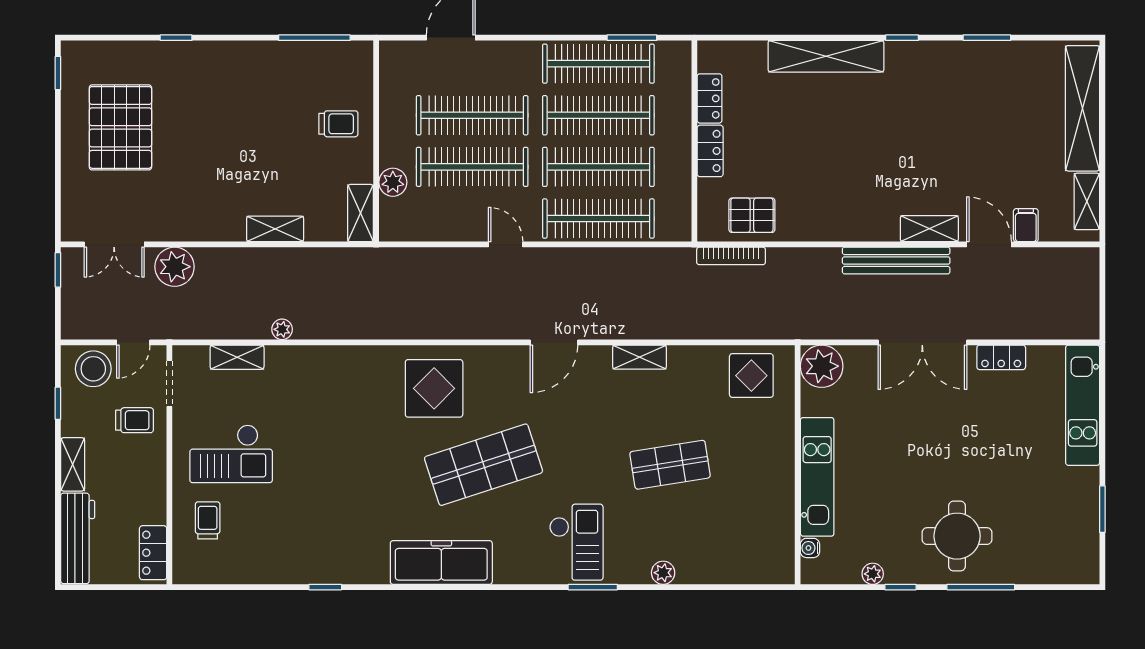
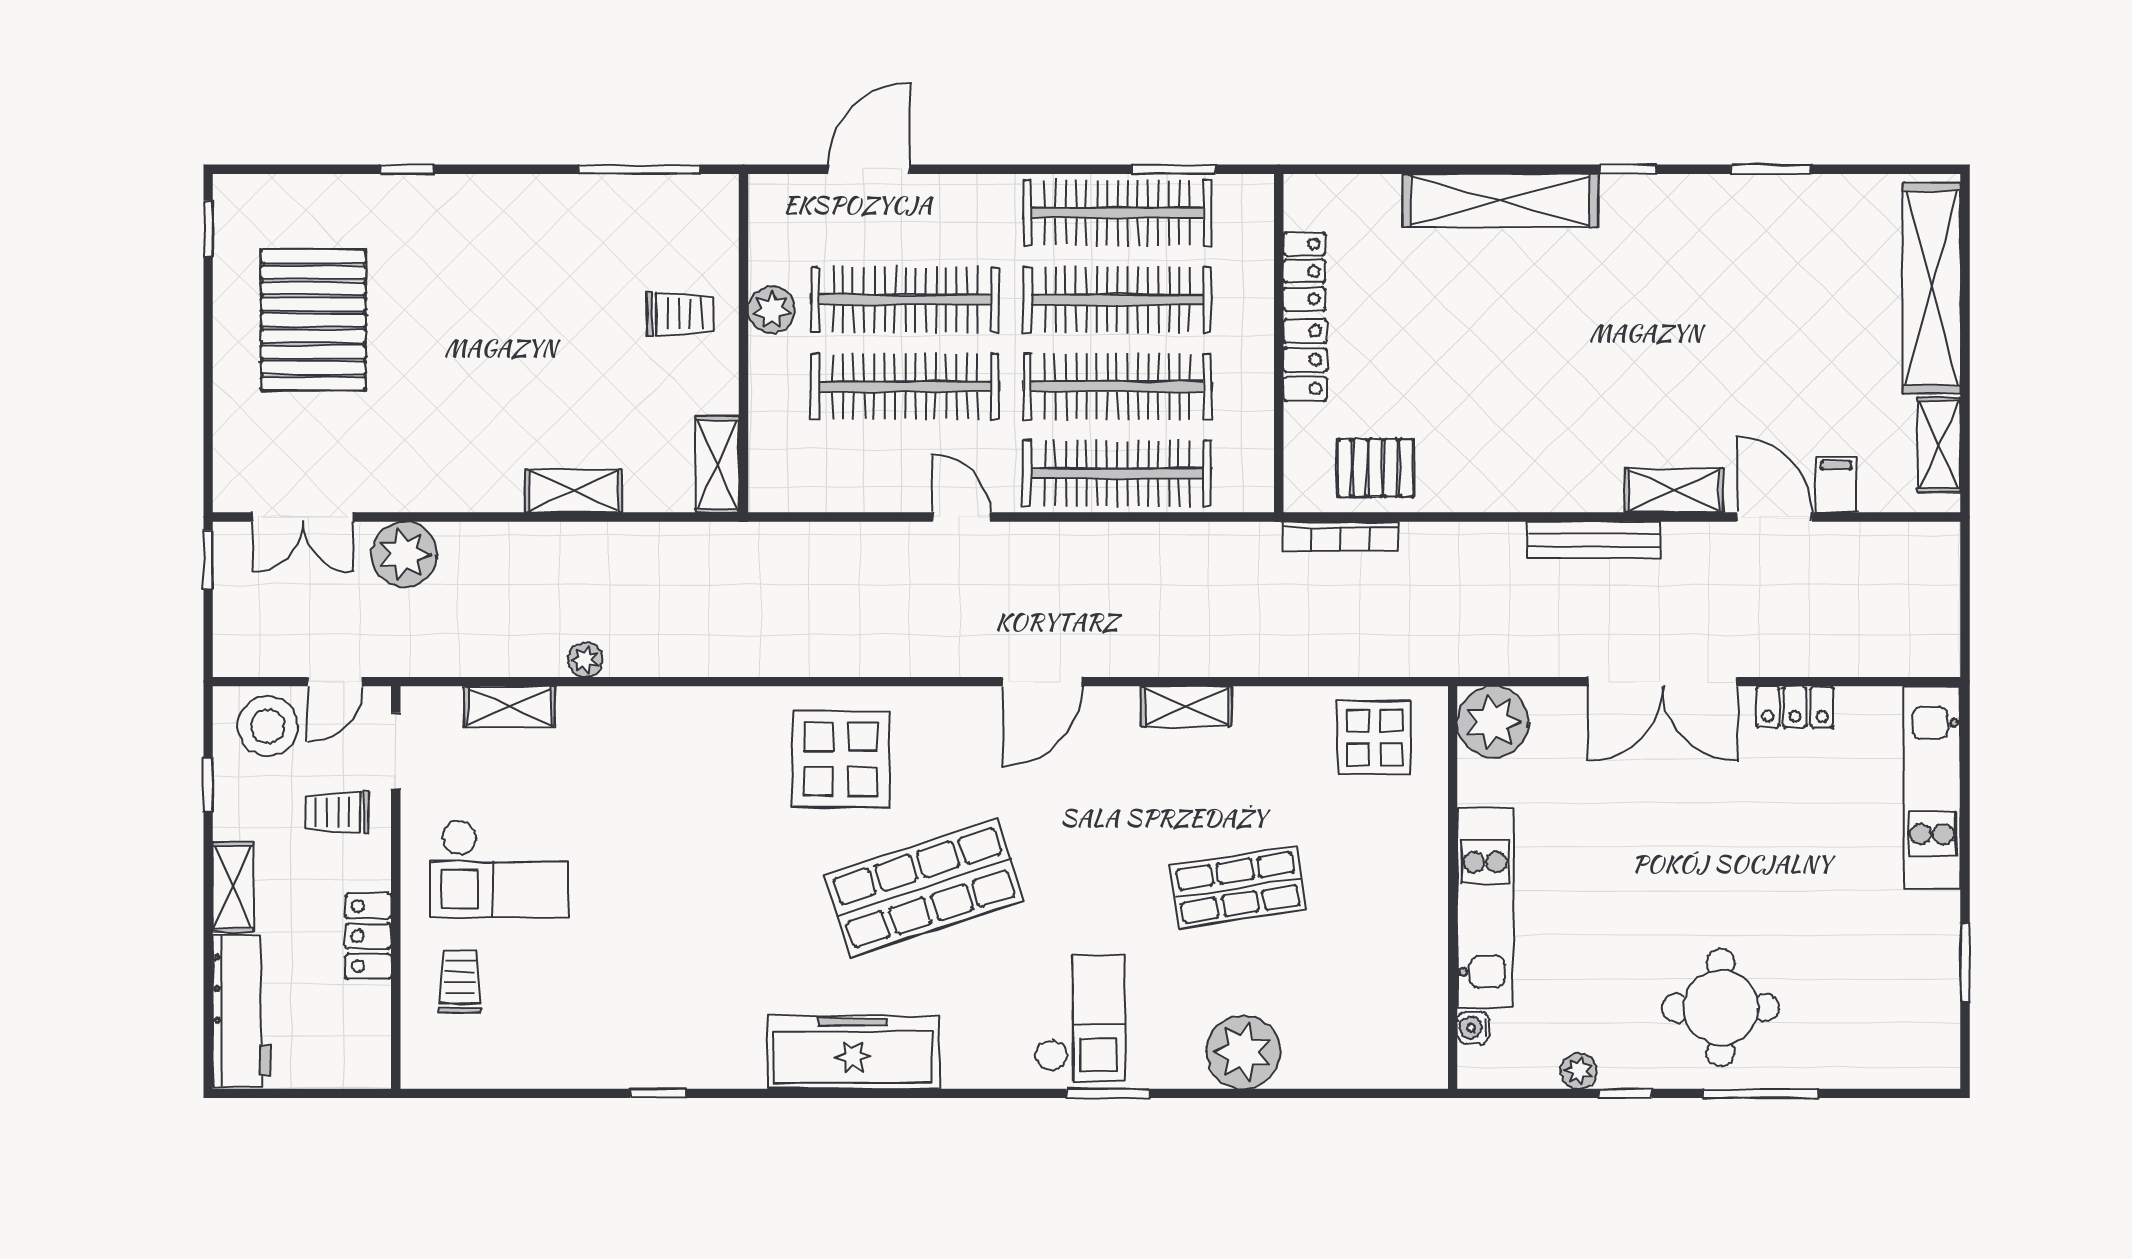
plant: (393, 182) -> (772, 310), moved
bench: (896, 261) -> (1594, 540), width x0.73, depth x0.82
trolley: (135, 420) -> (337, 813), turned 180
locker: (153, 553) -> (368, 936), moved
plant: (663, 573) -> (1243, 1052), width x1.87, depth x1.87

